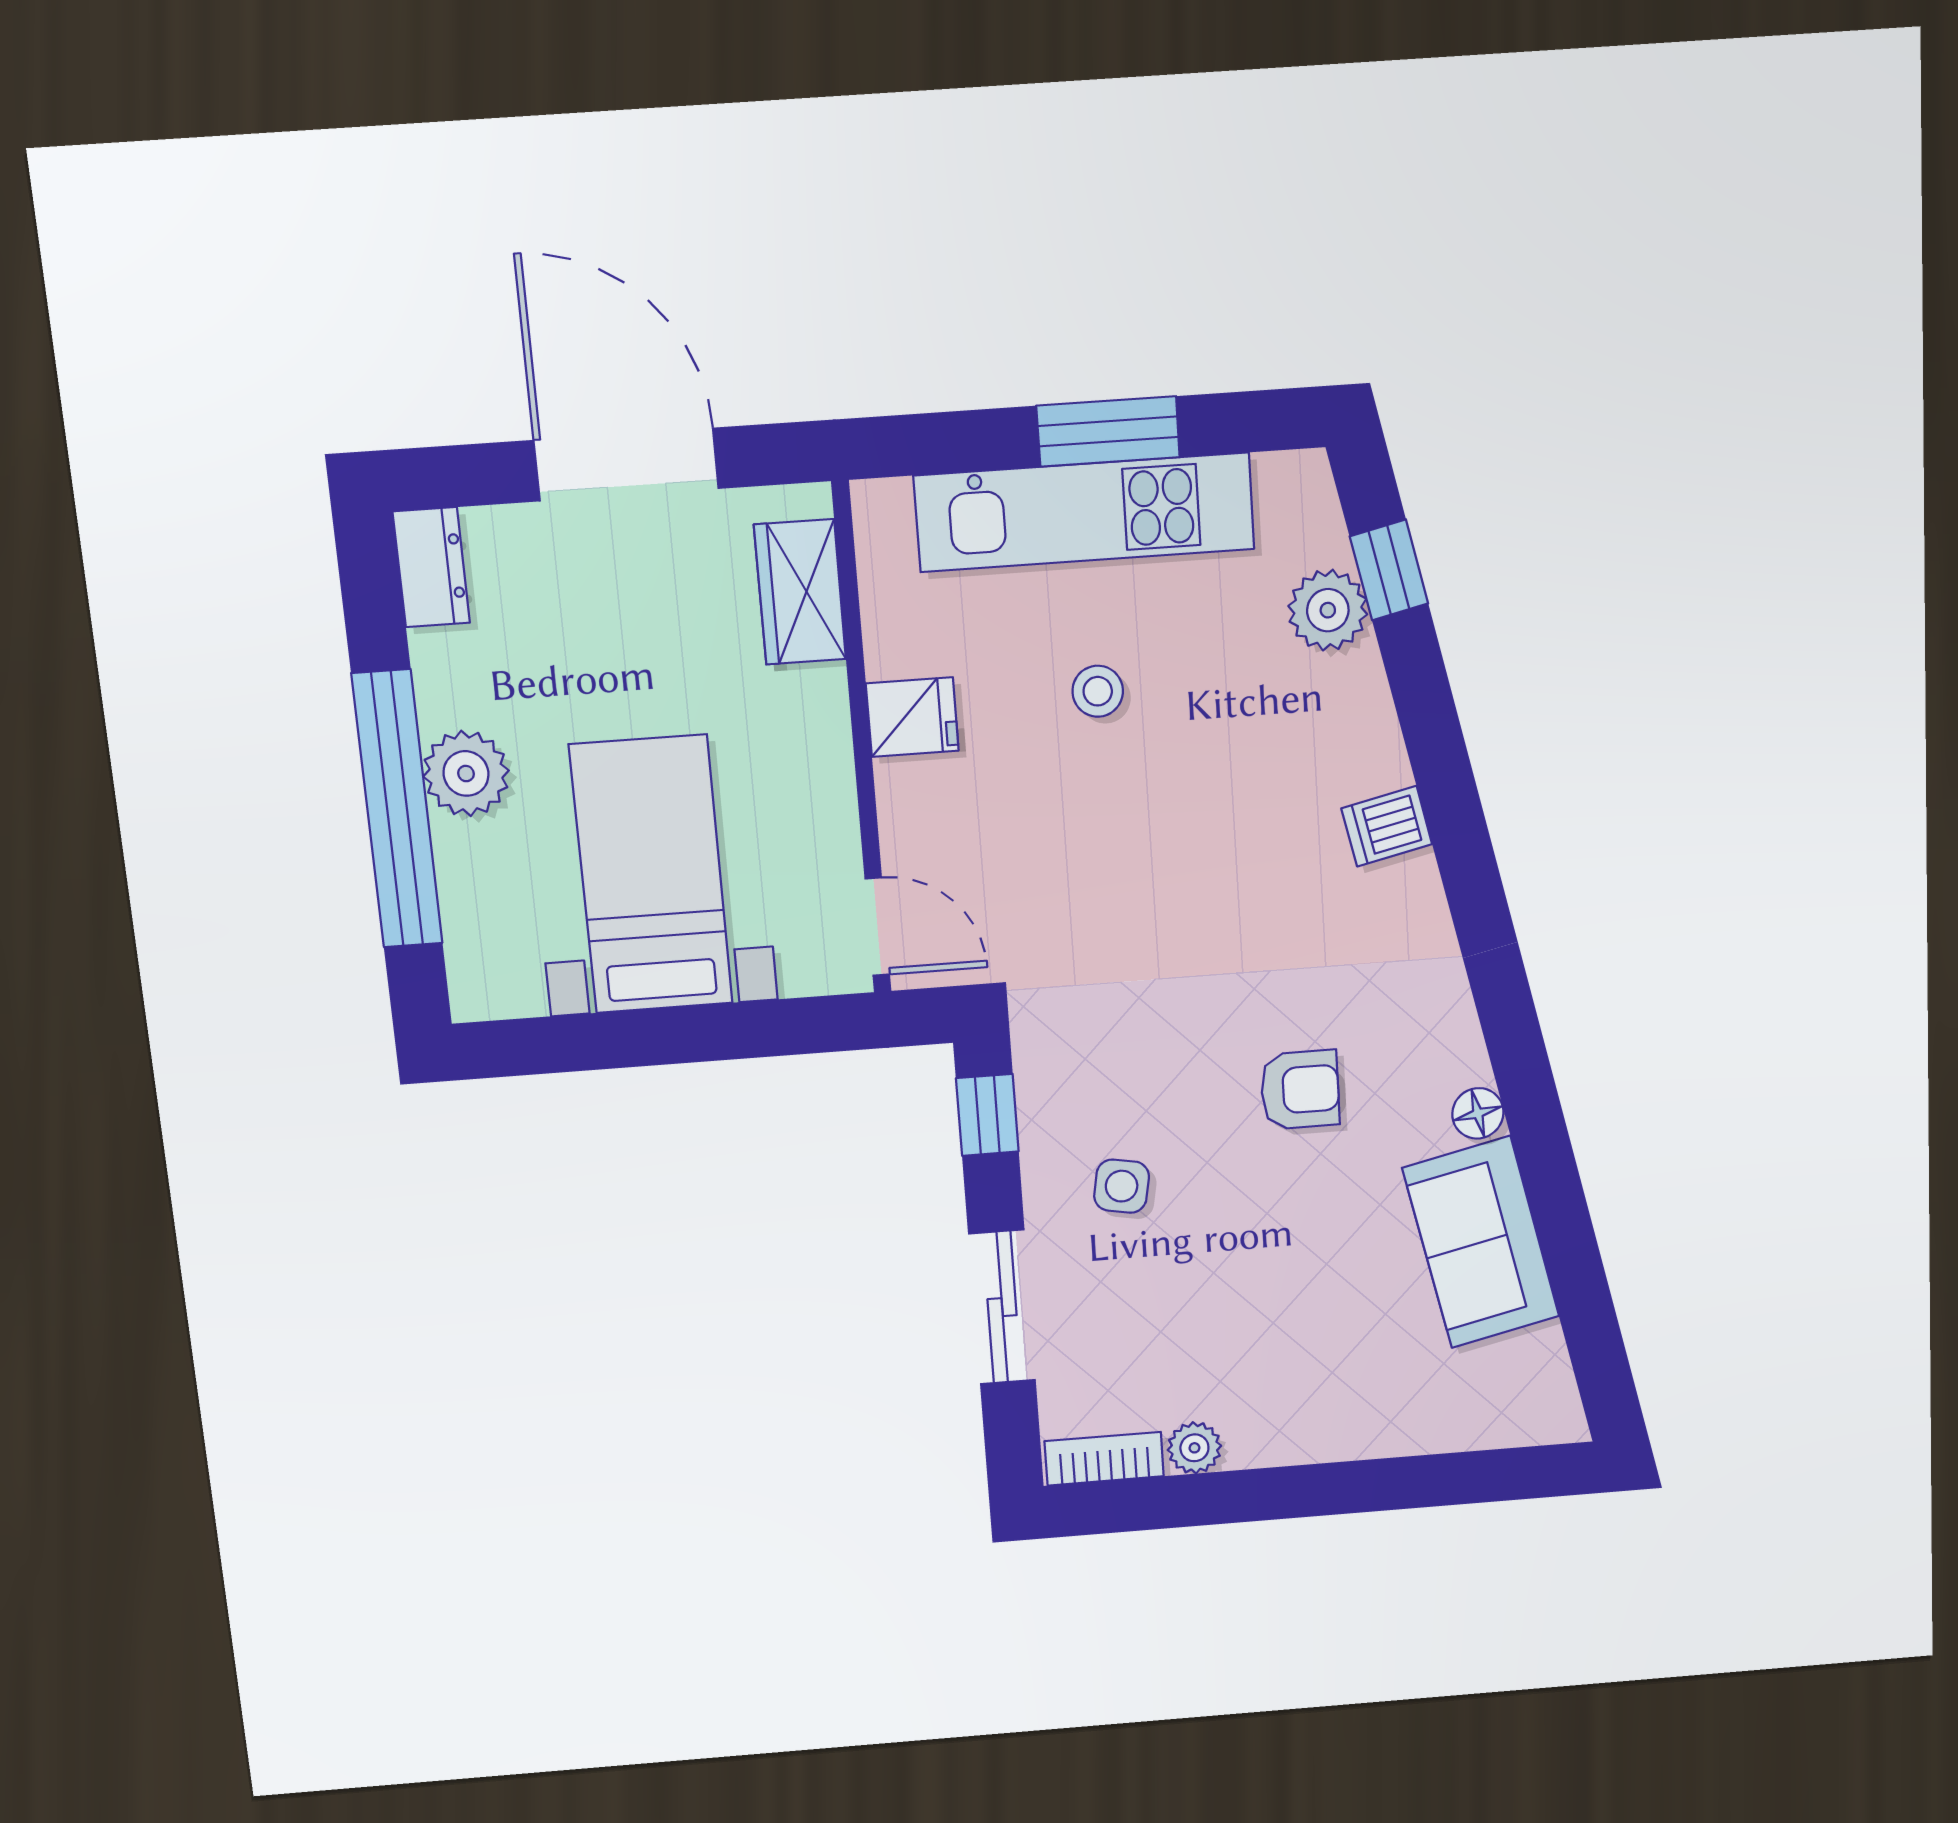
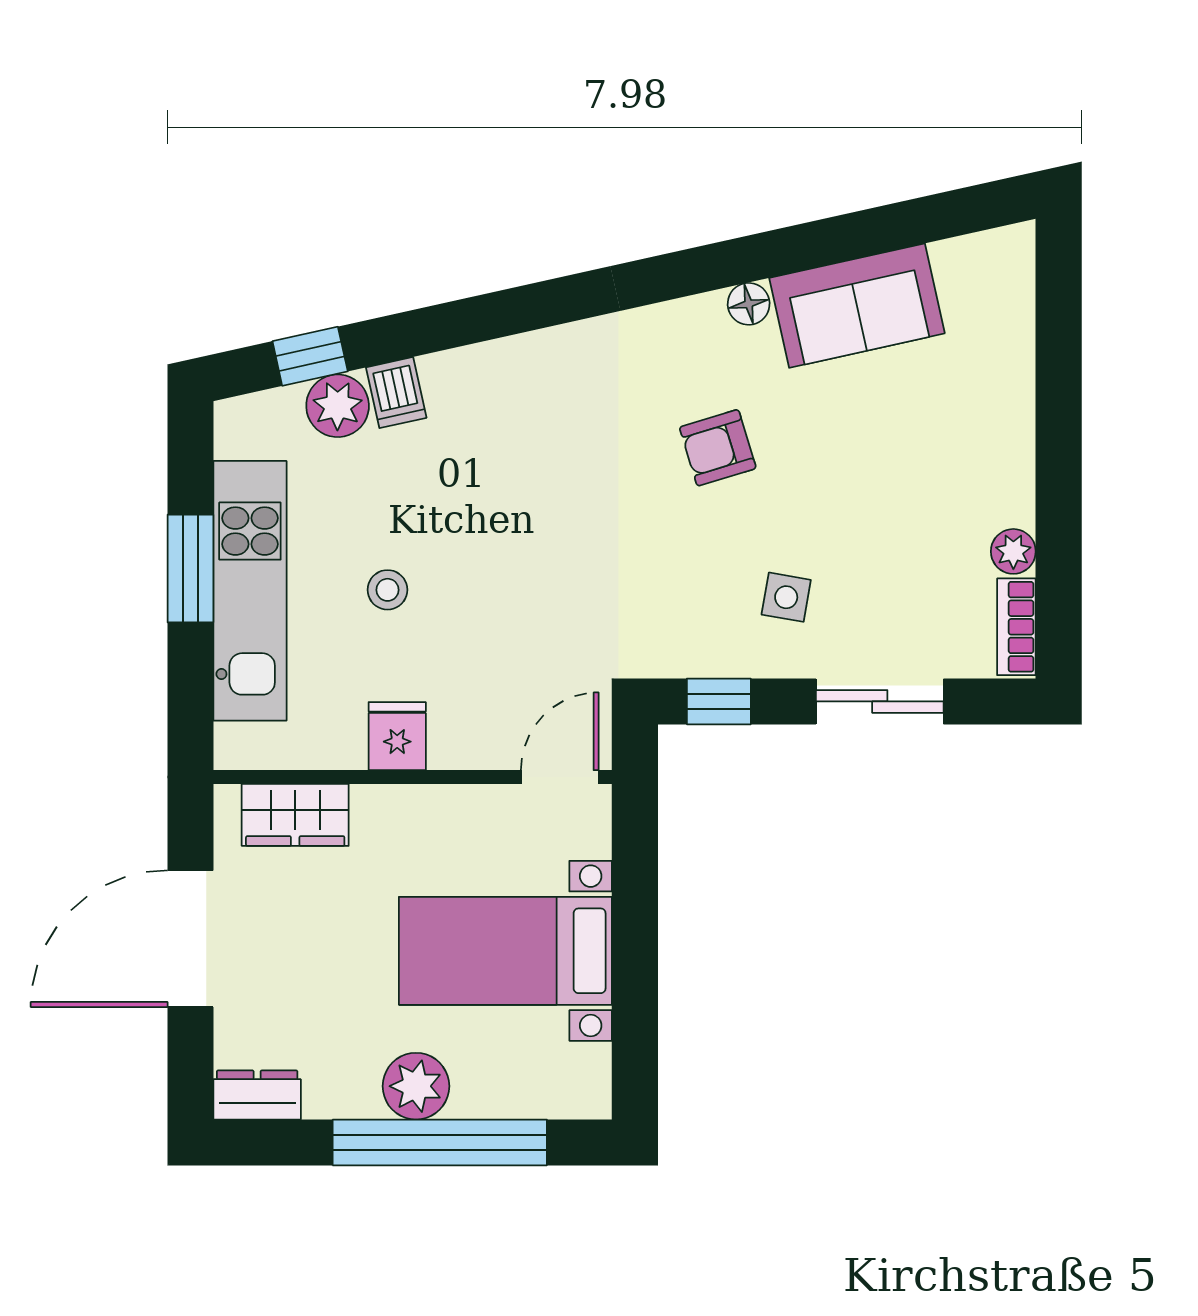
dishwasher: (1387, 826) -> (396, 393), moved
armchair: (1300, 1090) -> (718, 448), turned -107

